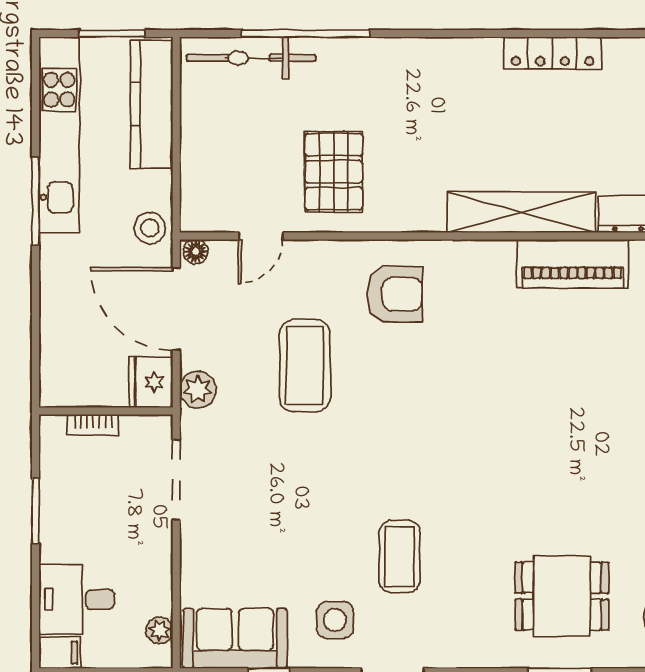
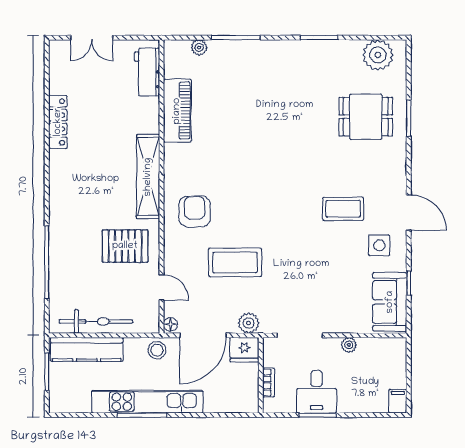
bicycle: (251, 58) -> (96, 321), moved, turned -90
kitchen unit: (59, 135) -> (147, 402), moved
shelving: (521, 212) -> (148, 177), moved
dining table: (562, 596) -> (366, 117), turned 90
desk: (77, 599) -> (317, 392), moved
plant: (159, 630) -> (349, 345), moved

